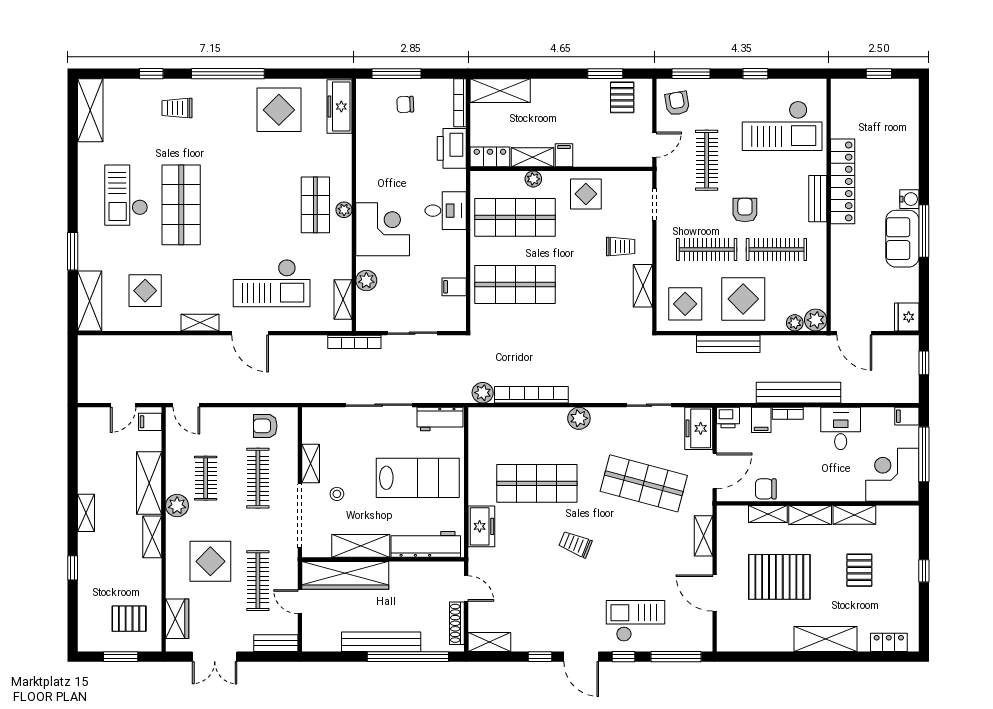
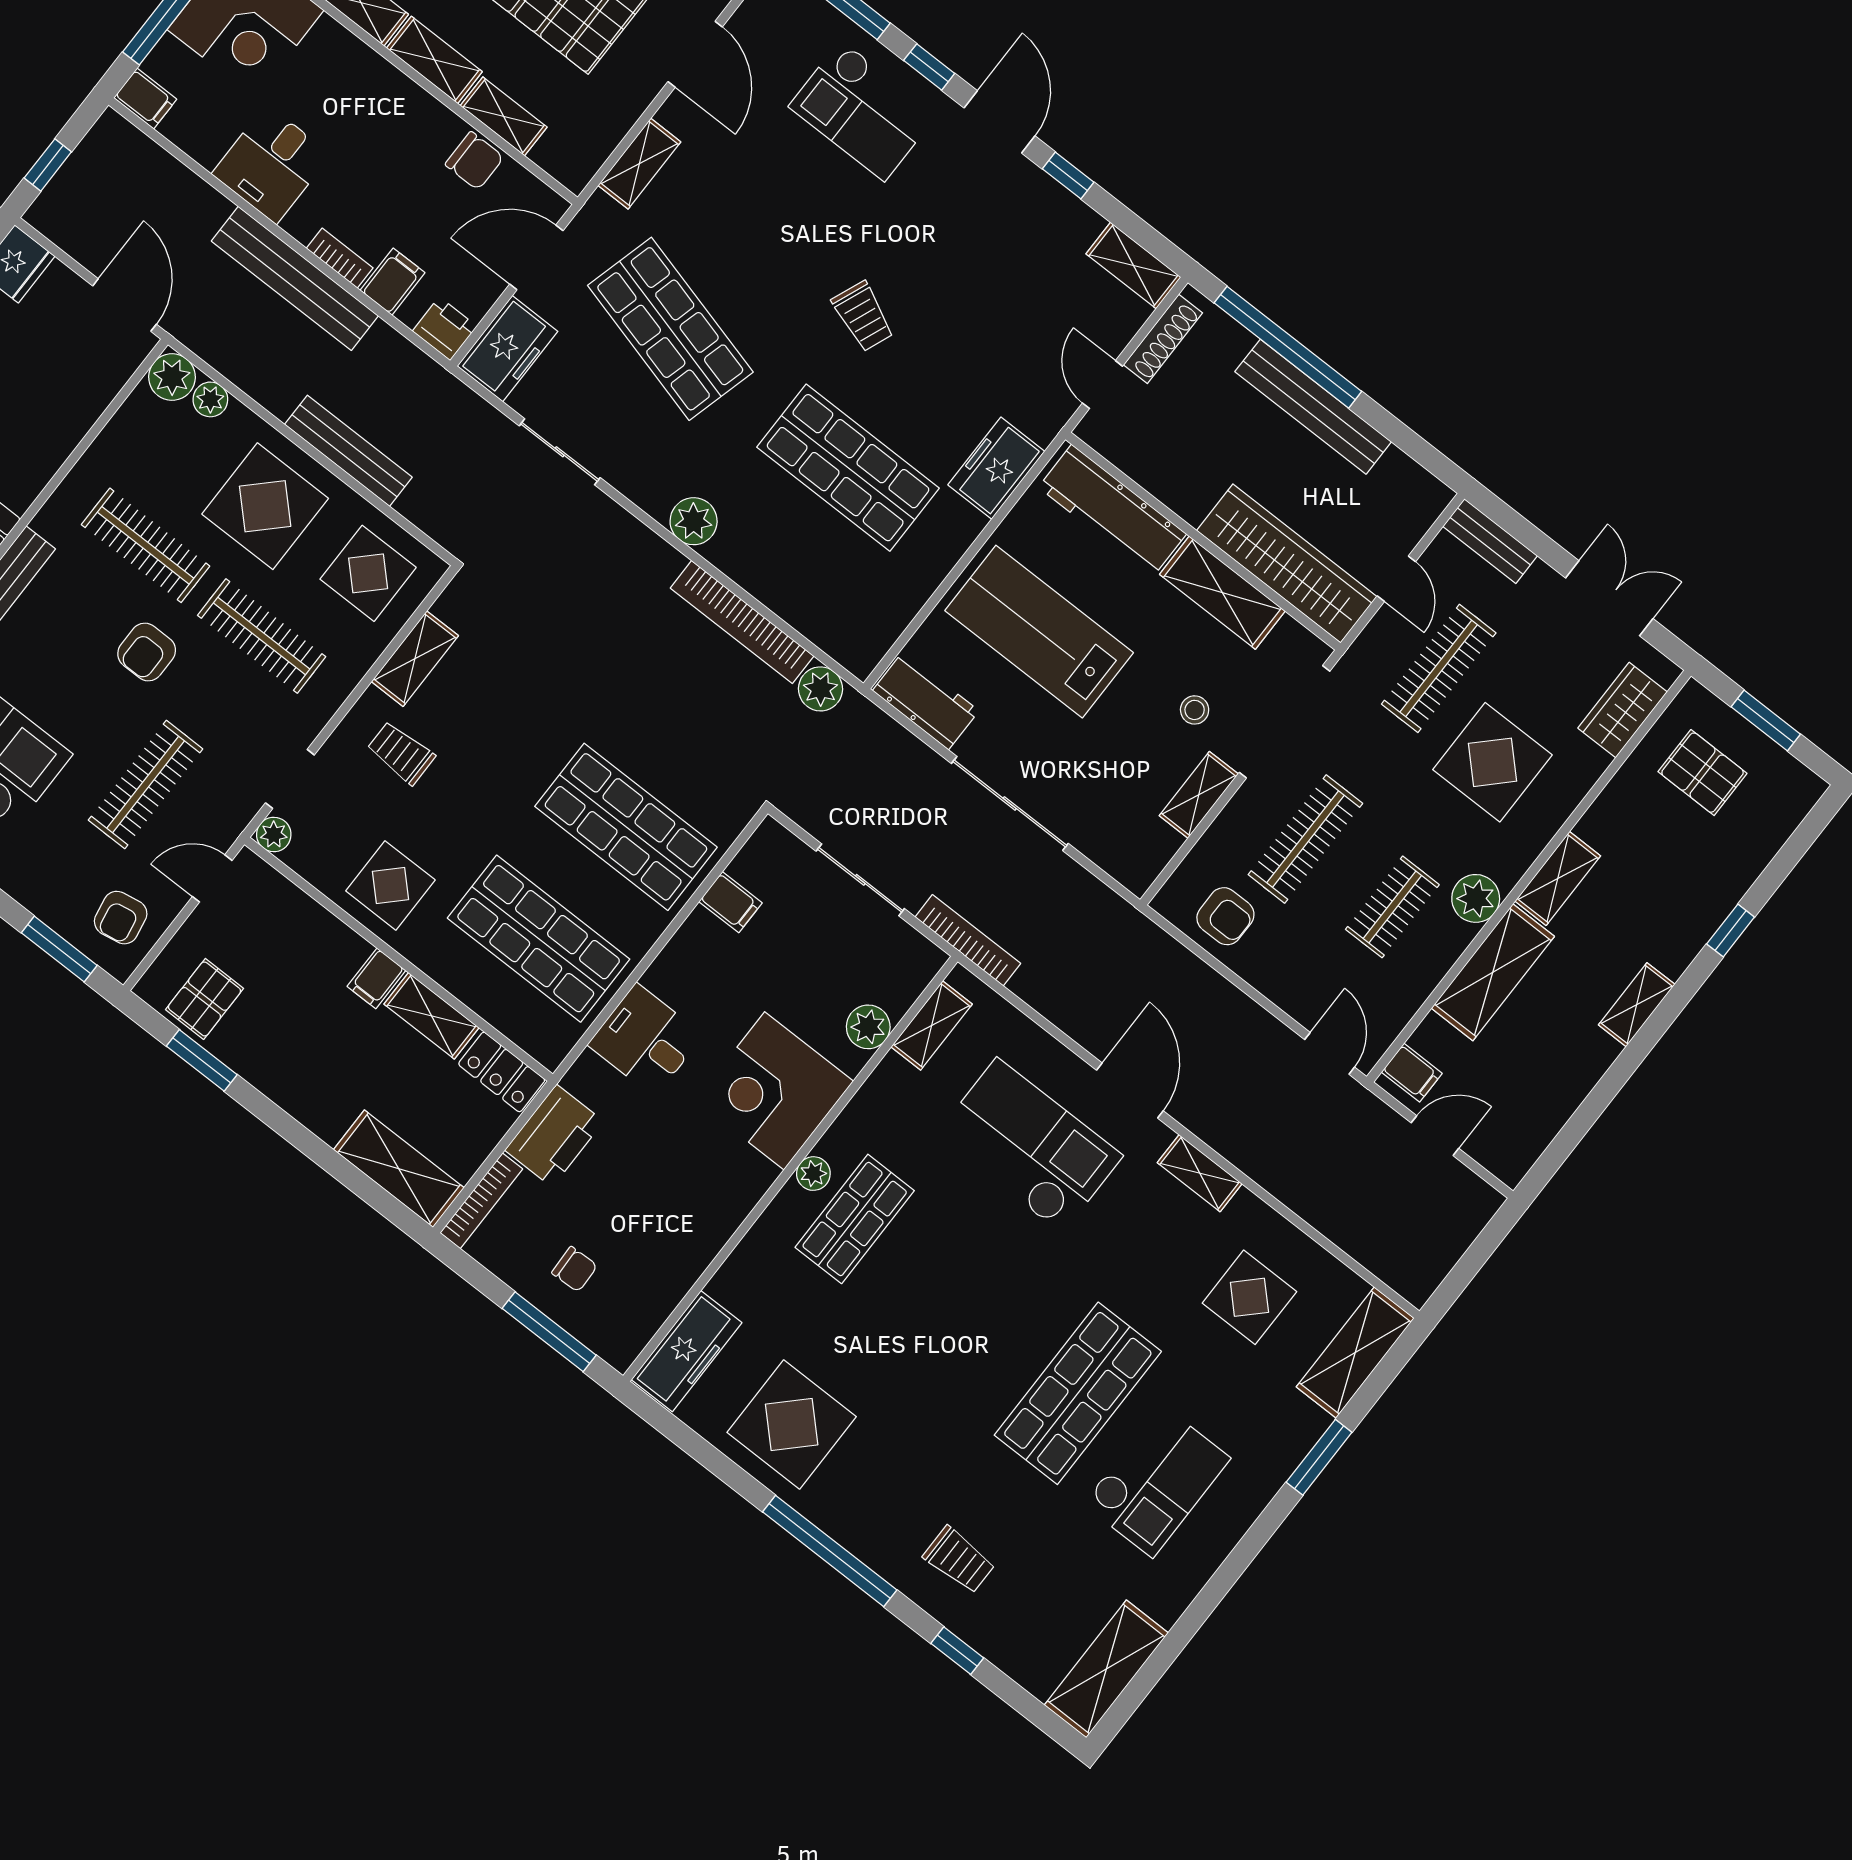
plant: (533, 179) -> (274, 834), moved

